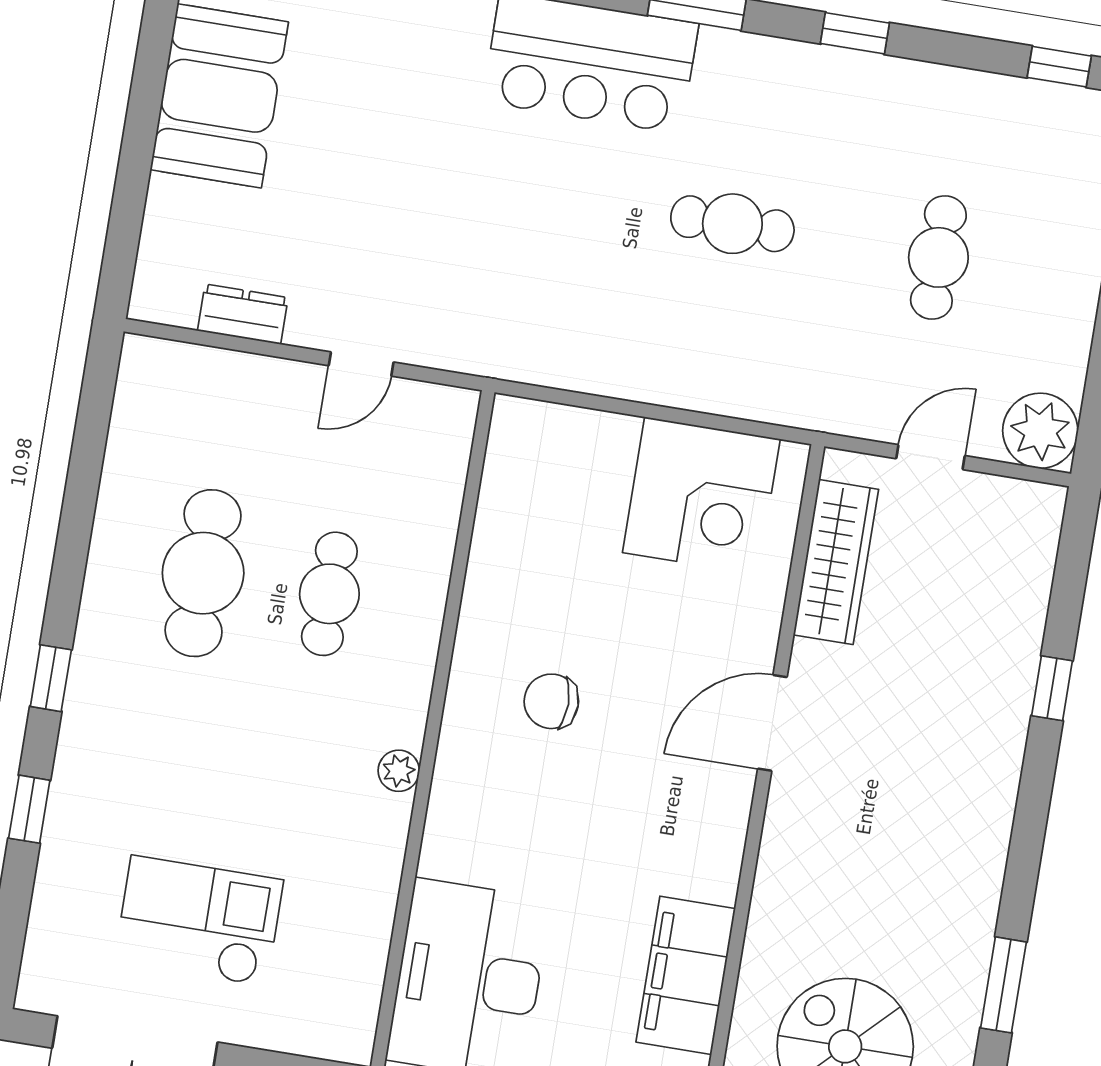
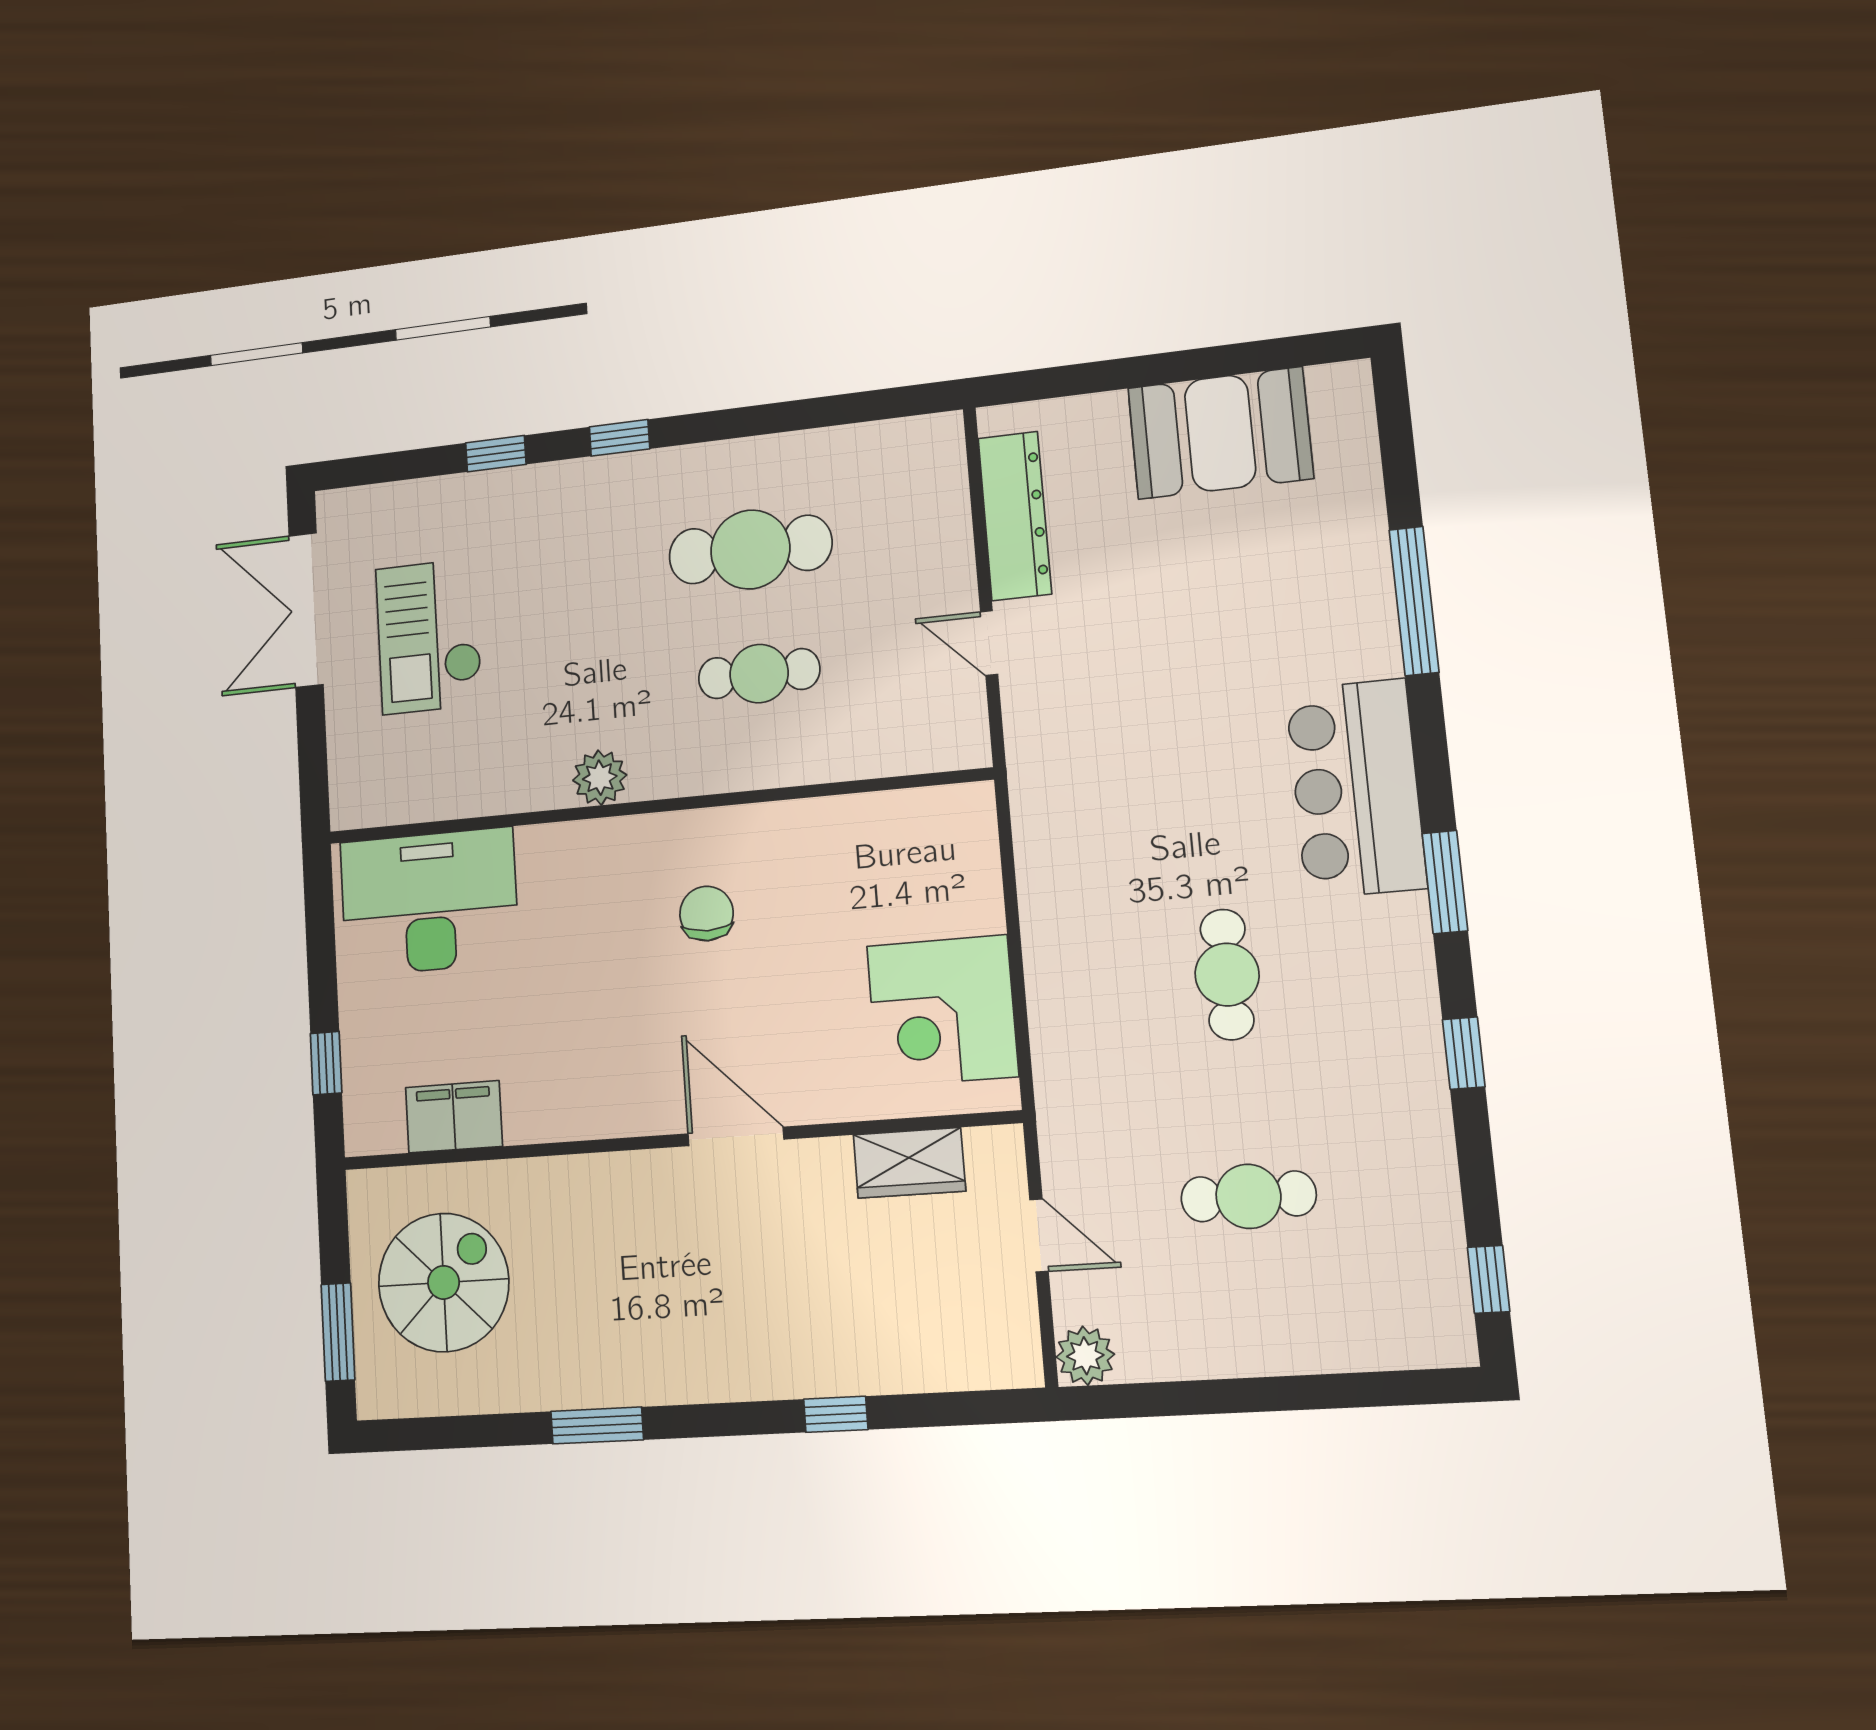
dresser: (243, 314) -> (1015, 516), width x1.96, depth x1.24
plant: (1040, 431) -> (1085, 1356), width x0.73, depth x0.73
wardrobe: (836, 562) -> (909, 1163), width x0.67
plant: (399, 771) -> (600, 778), width x1.38, depth x1.38
checkout: (199, 921) -> (429, 636), turned 180
filing cabinet: (686, 975) -> (454, 1117), width x0.67, depth x0.86
window: (1003, 985) -> (597, 1425), moved

